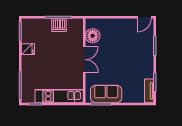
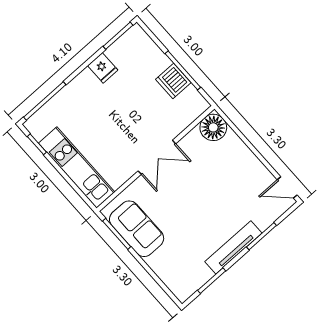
floor lamp: (93, 36) -> (213, 127), moved
tv unit: (149, 91) -> (233, 247), moved, width x1.41

